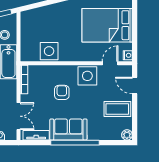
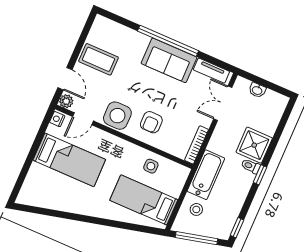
bed: (107, 25) -> (69, 160), width x0.67
bed: (44, 26) -> (144, 200), added
side table: (49, 51) -> (151, 166), width x0.54, depth x0.54
armchair: (62, 92) -> (151, 122), moved
plant: (127, 135) -> (66, 101), moved

